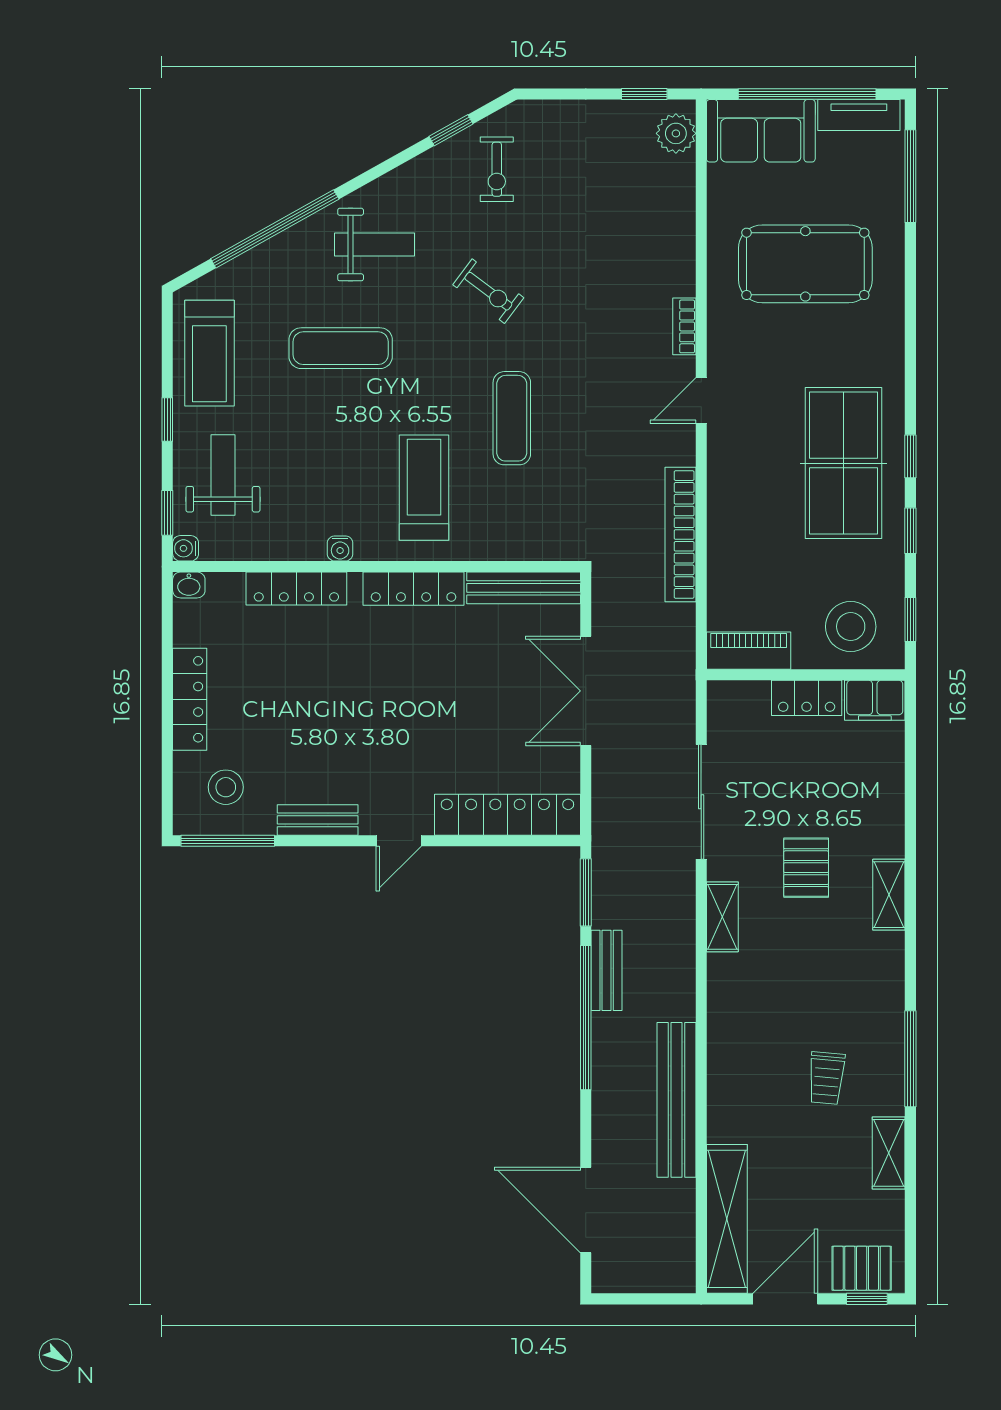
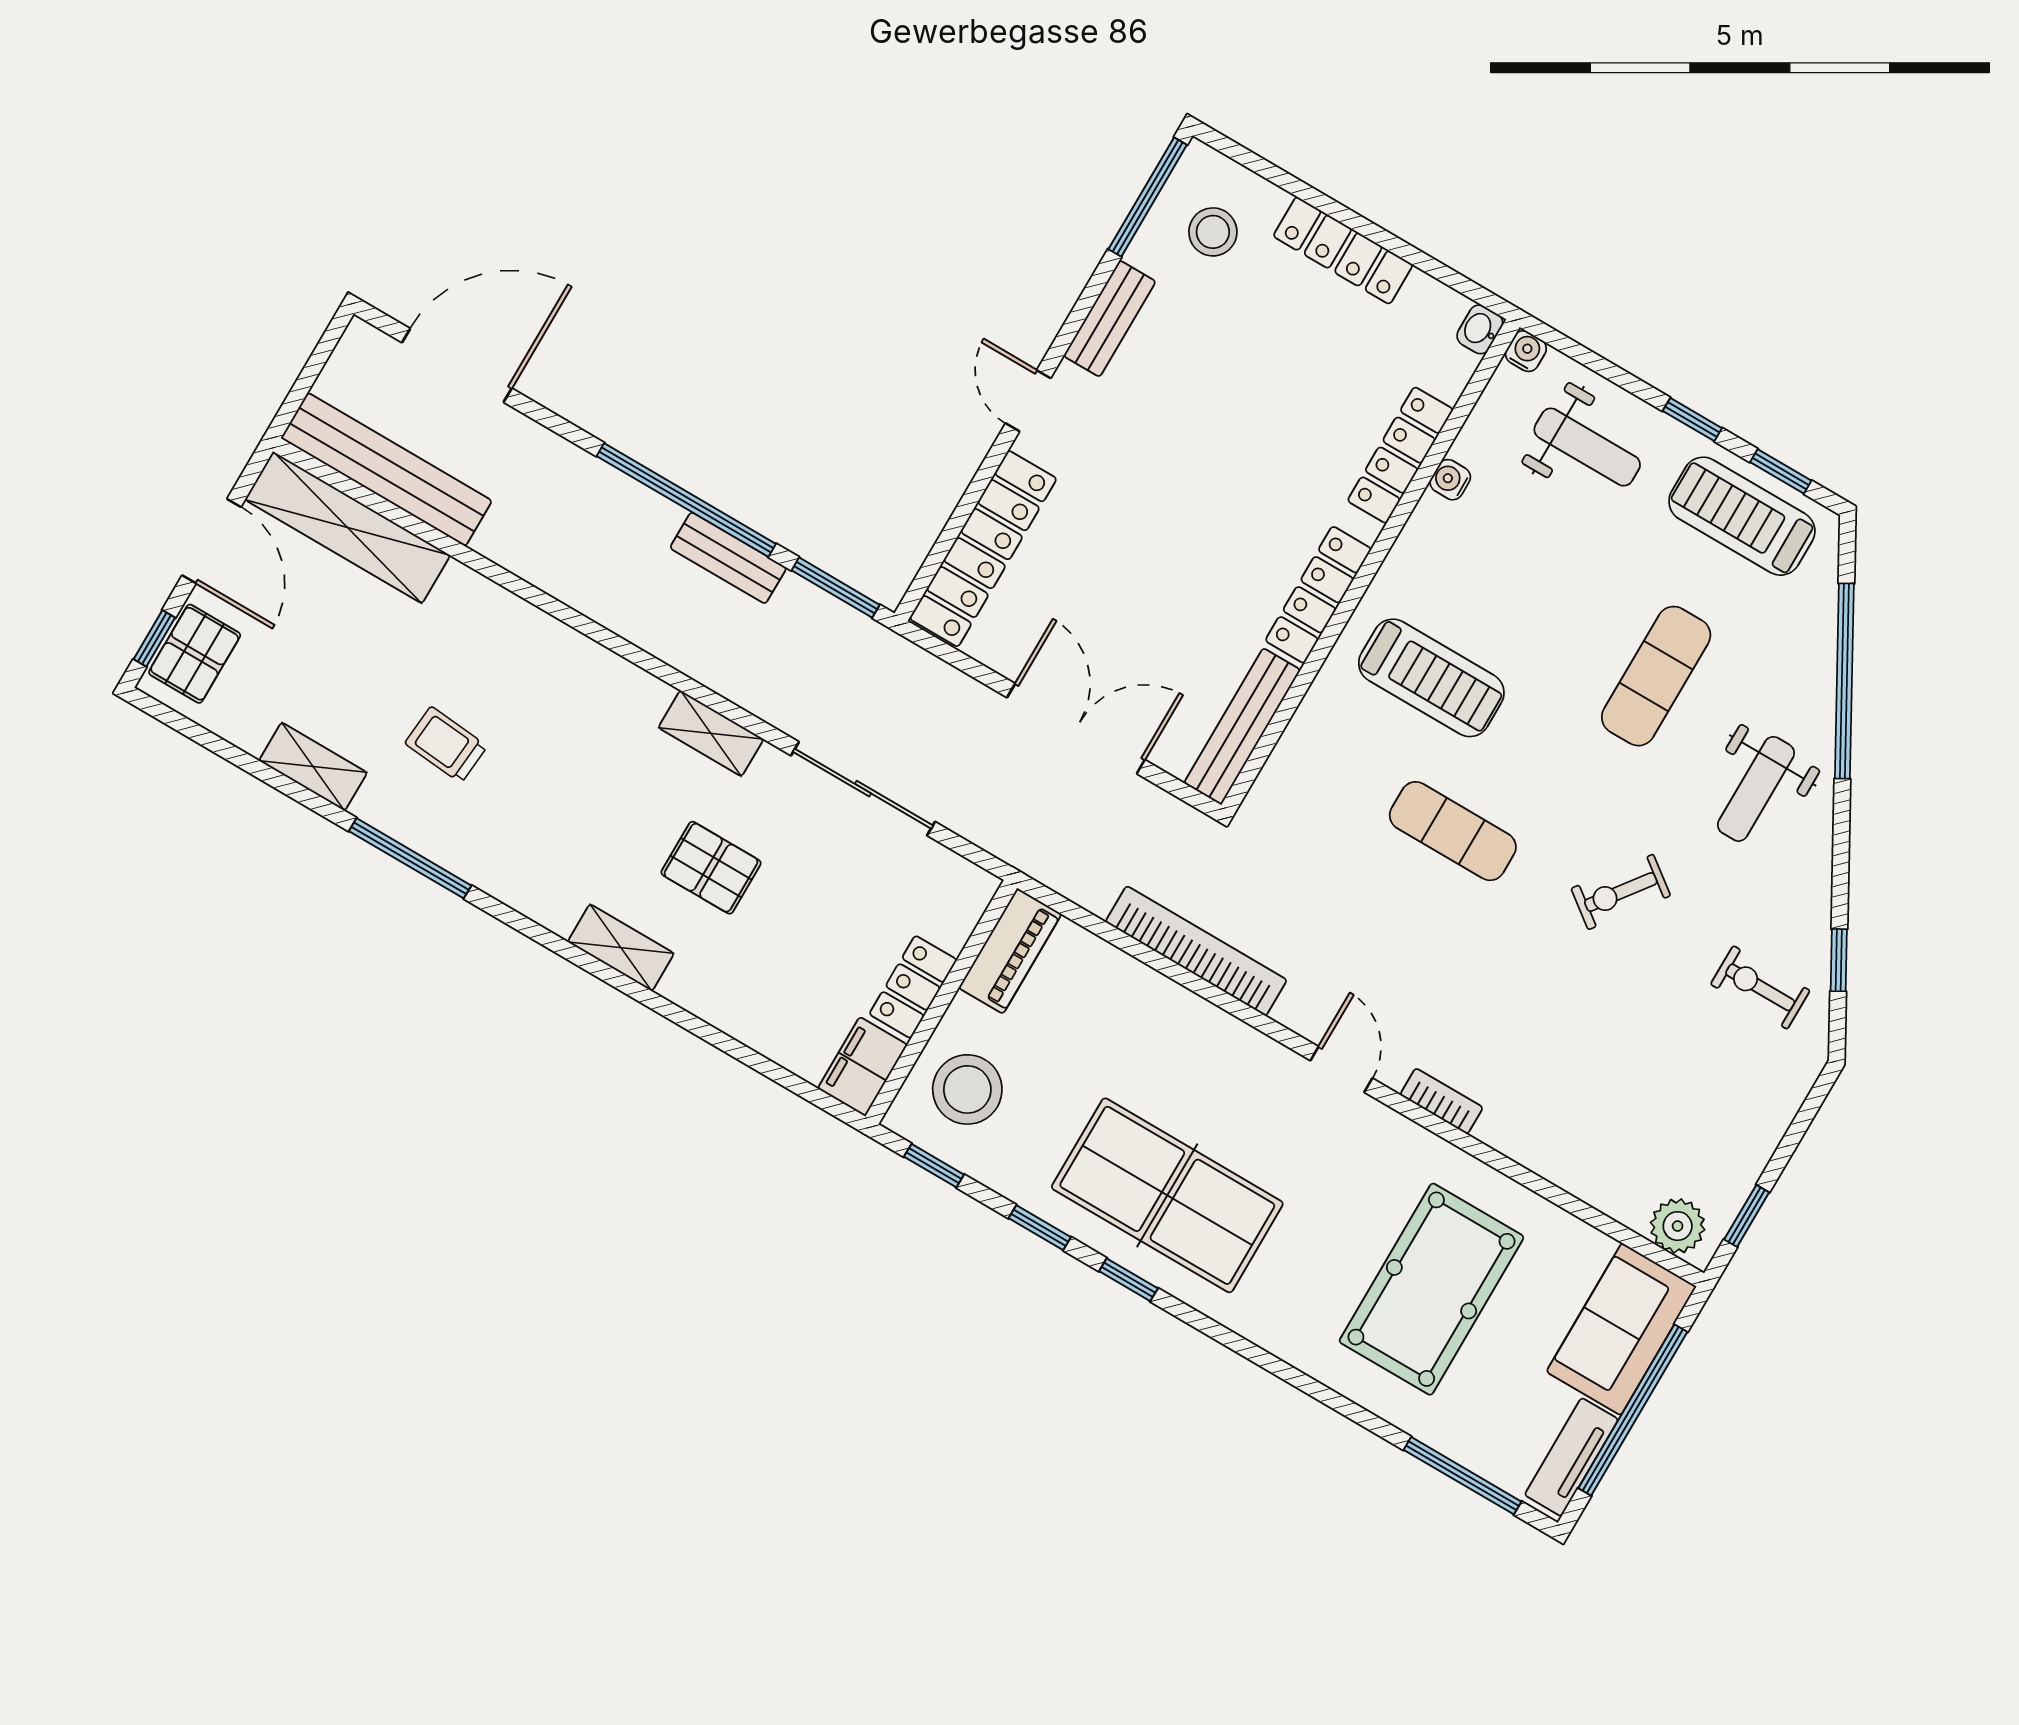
window: (167, 513) -> (1781, 471), moved
water cooler: (340, 548) -> (1450, 480), moved
bench: (676, 1100) -> (386, 469), moved

